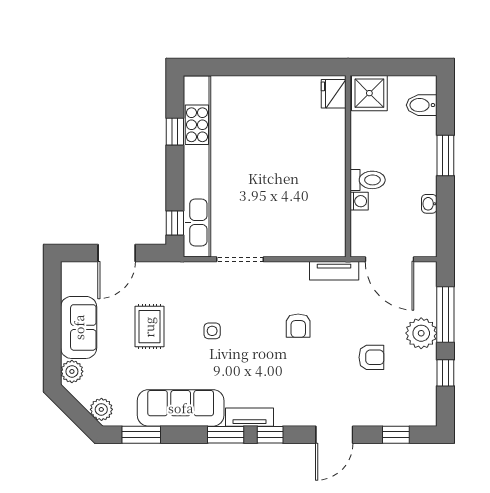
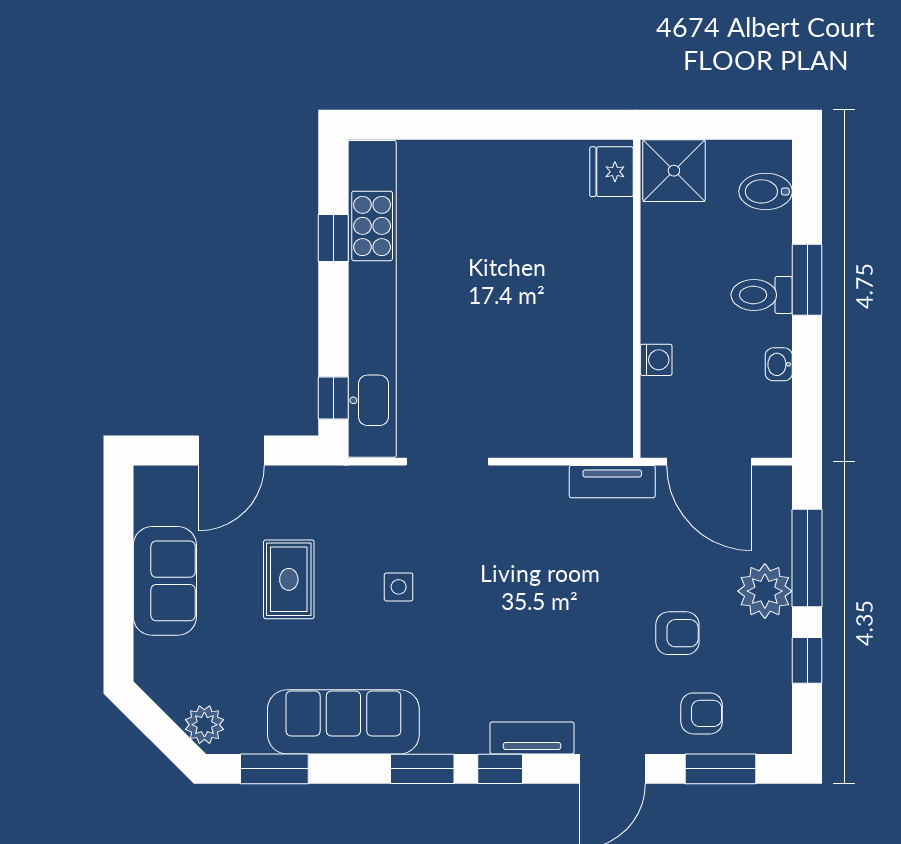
toilet: (368, 180) -> (762, 295), moved, turned 180
armchair: (298, 326) -> (702, 713), moved, turned -90
plant: (72, 371) -> (153, 658), removed
tv unit: (249, 417) -> (532, 738), moved
window: (396, 435) -> (721, 769), width x1.50

